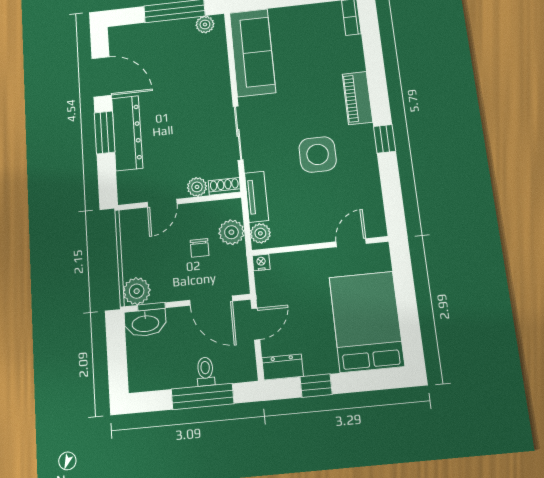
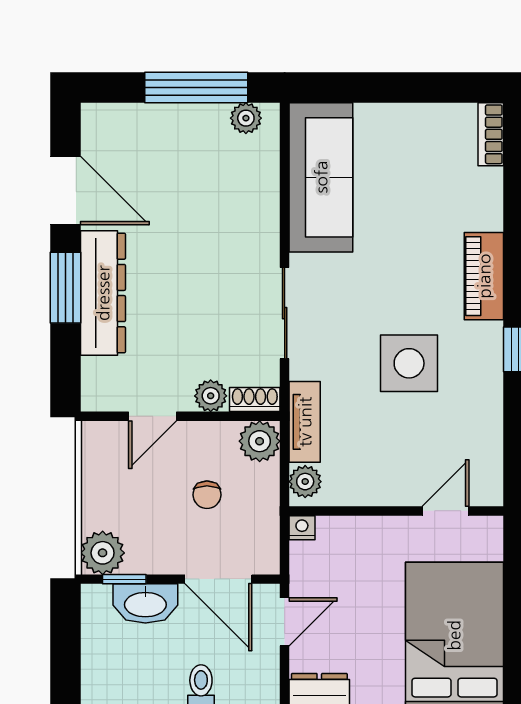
plant: (231, 232) -> (260, 441), moved
washbasin: (145, 323) -> (145, 603), moved

